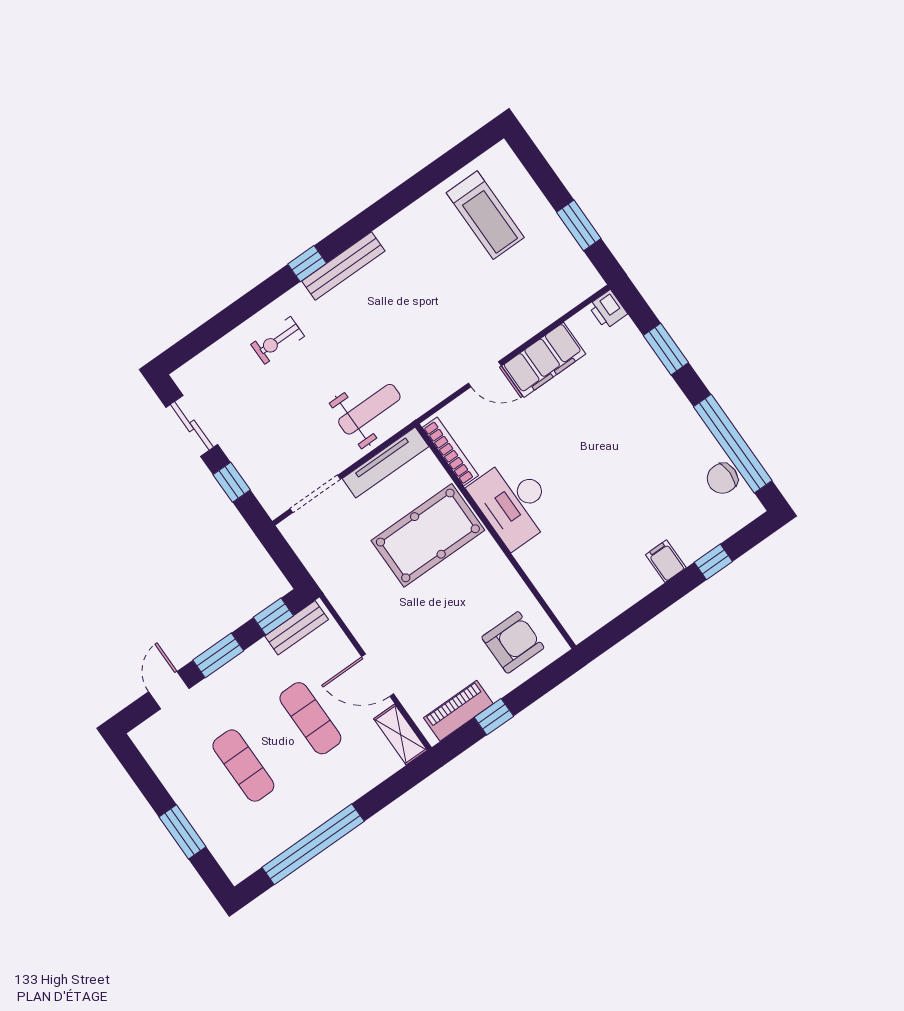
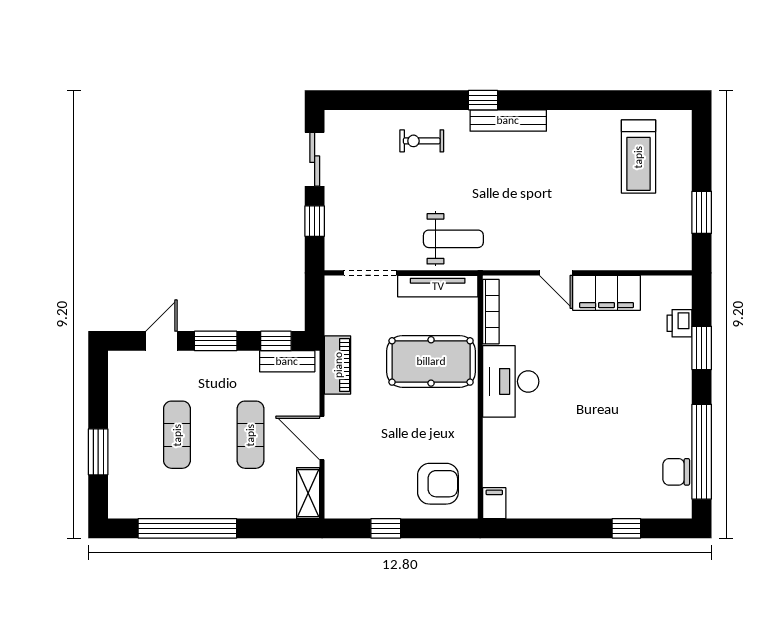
printer: (608, 310) -> (680, 323), moved
filing cabinet: (666, 561) -> (494, 503), moved
piano: (458, 711) -> (338, 365), moved, turned 90

